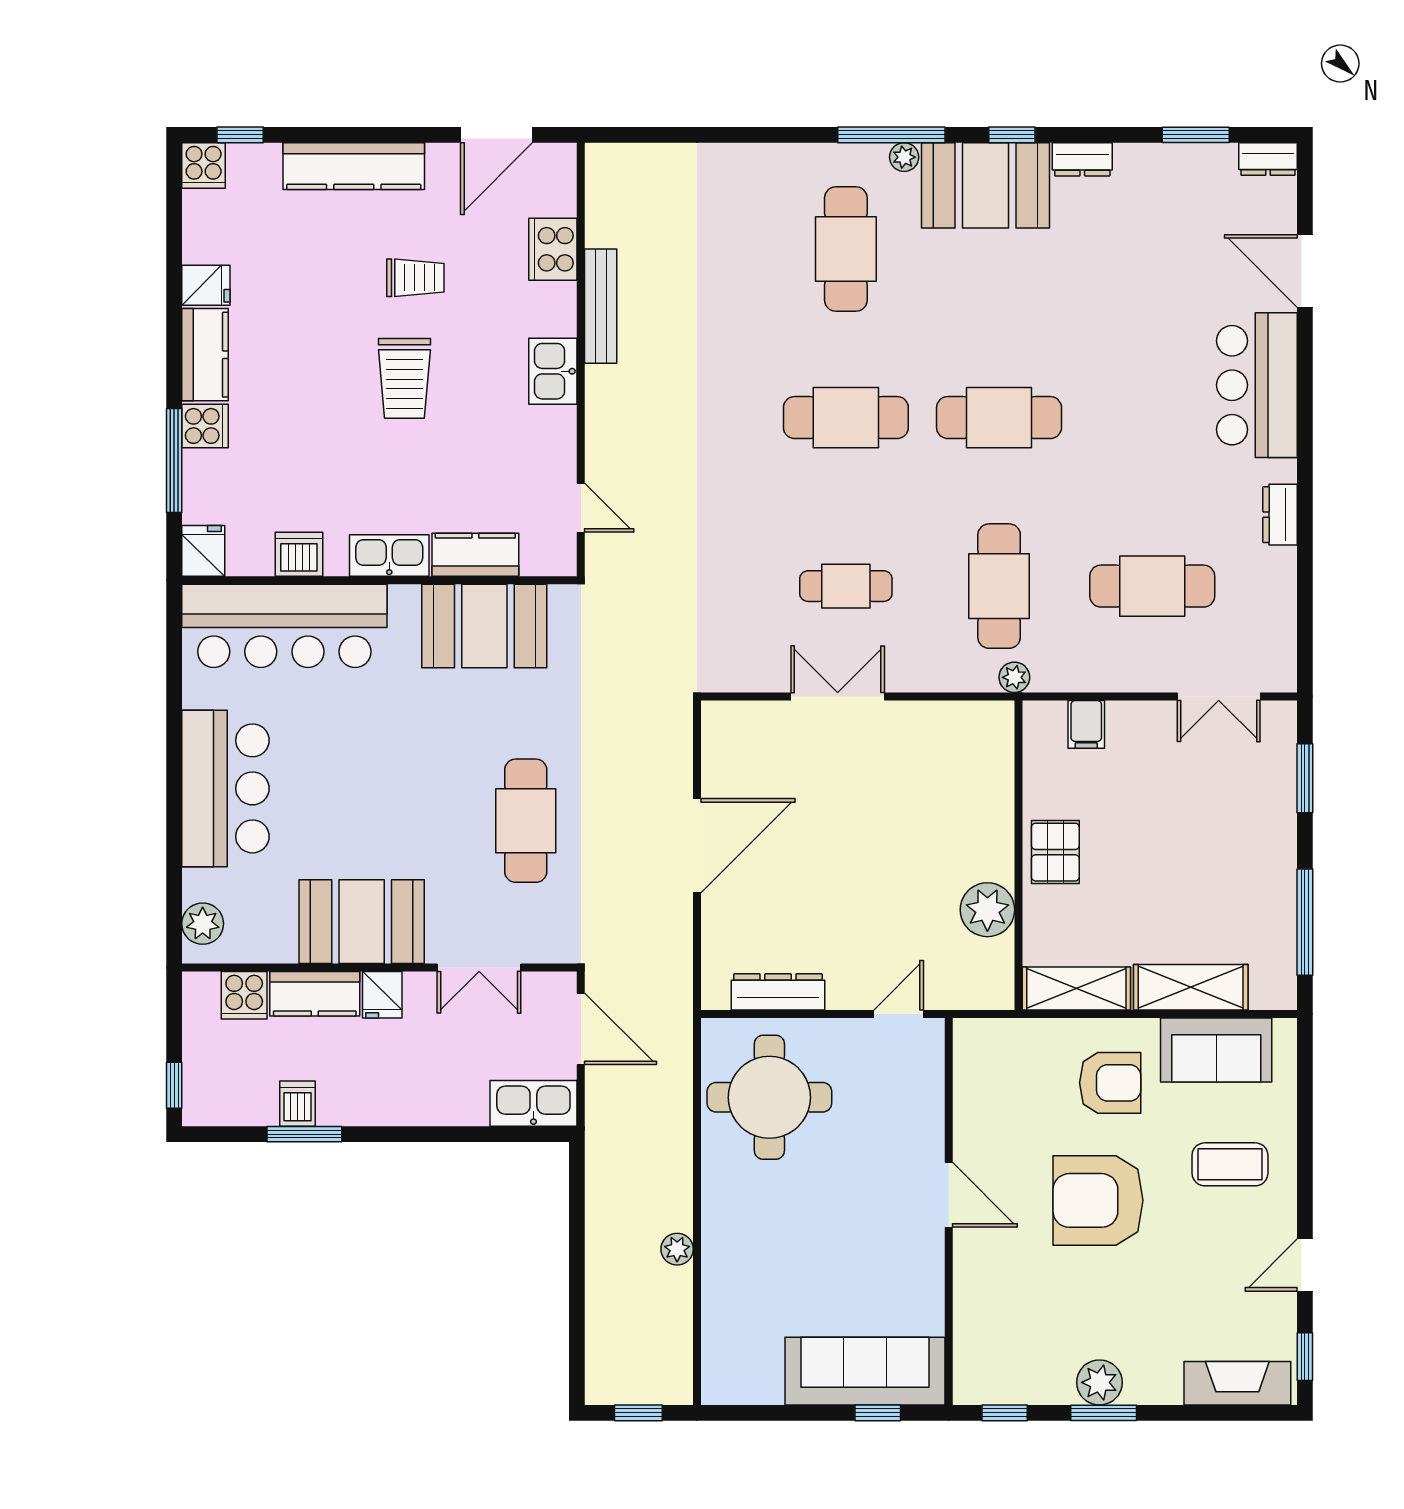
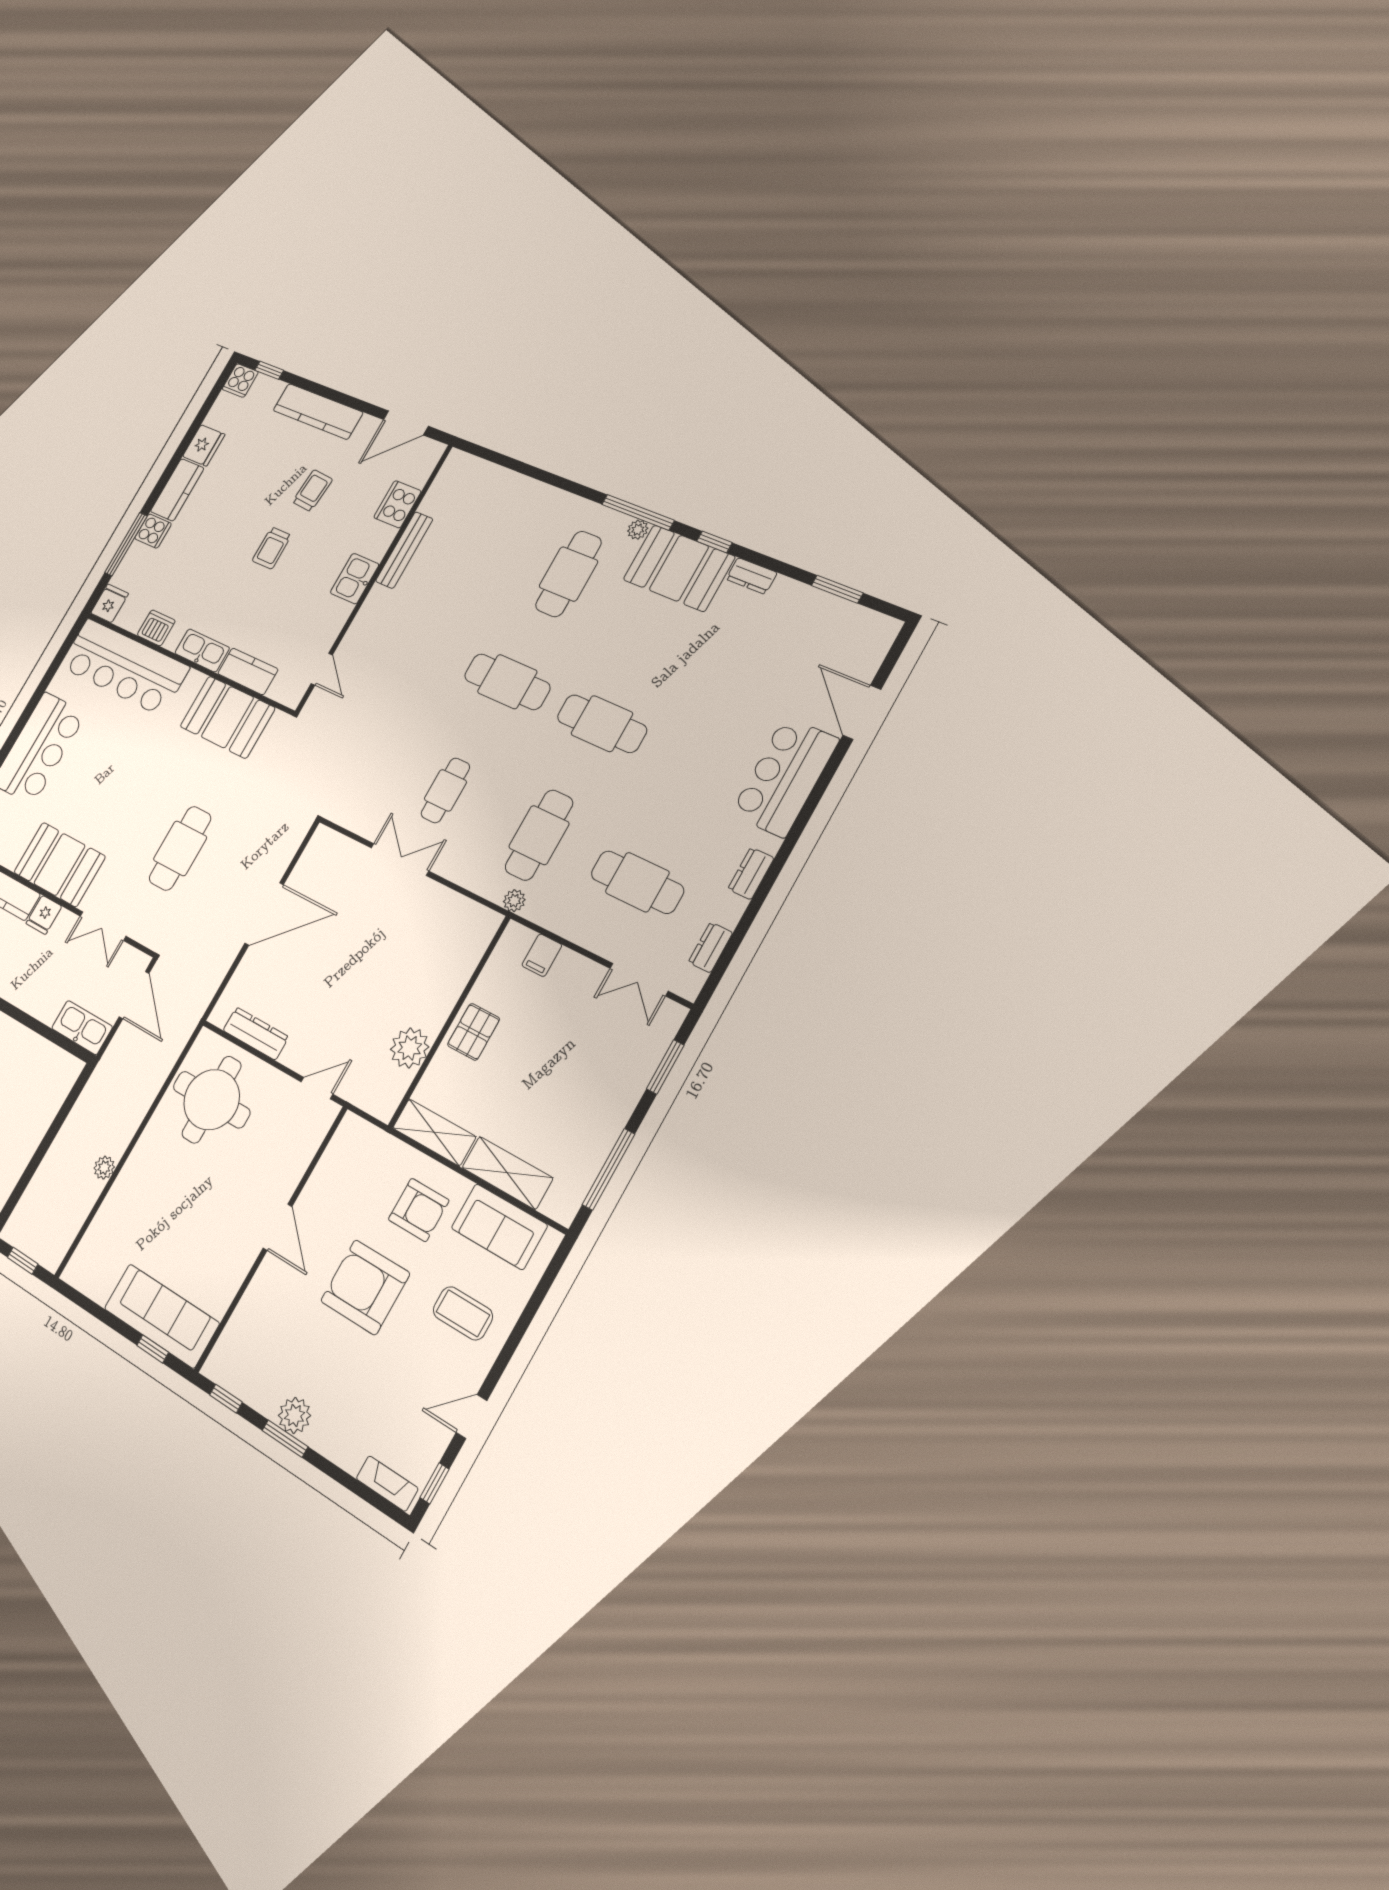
dresser: (1268, 159) -> (710, 947), moved, turned 90
trolley: (415, 278) -> (312, 491), turned -85
fridge: (206, 285) -> (204, 445), width x1.38
trolley: (404, 378) -> (272, 548), width x0.73, depth x0.72
cafe table: (846, 586) -> (445, 790), turned 90
fireplace: (1237, 1383) -> (387, 1484), width x0.73, depth x0.76

